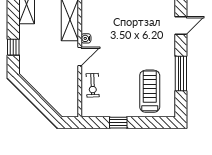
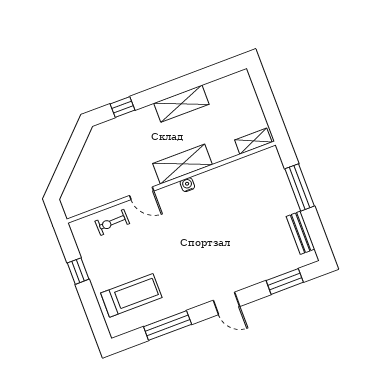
water cooler: (86, 38) -> (187, 185), moved

